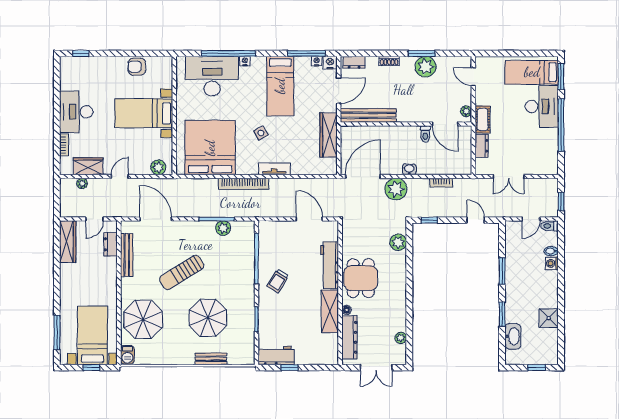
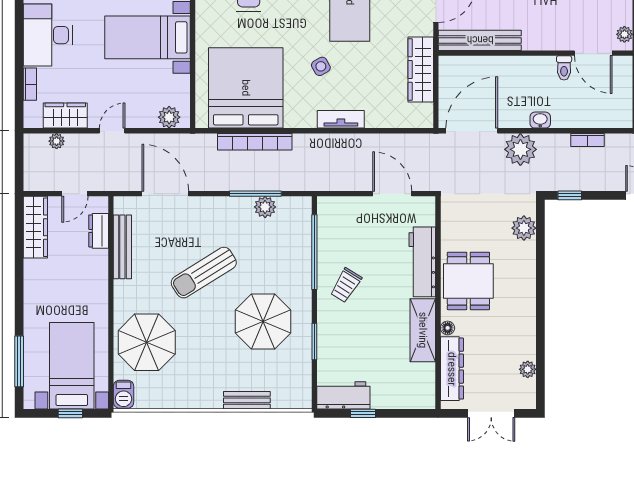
bookcase: (243, 184) -> (255, 142), moved
parasol: (208, 318) -> (263, 322), moved

